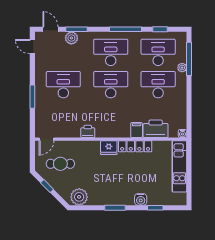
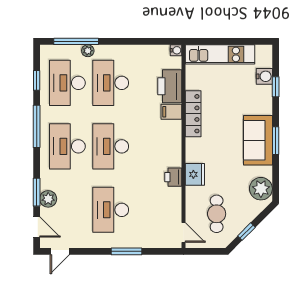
door: (50, 29) -> (37, 227), swing flipped
fridge: (109, 148) -> (195, 174), moved
sofa: (115, 195) -> (258, 140), added
water cooler: (141, 199) -> (264, 76), moved

